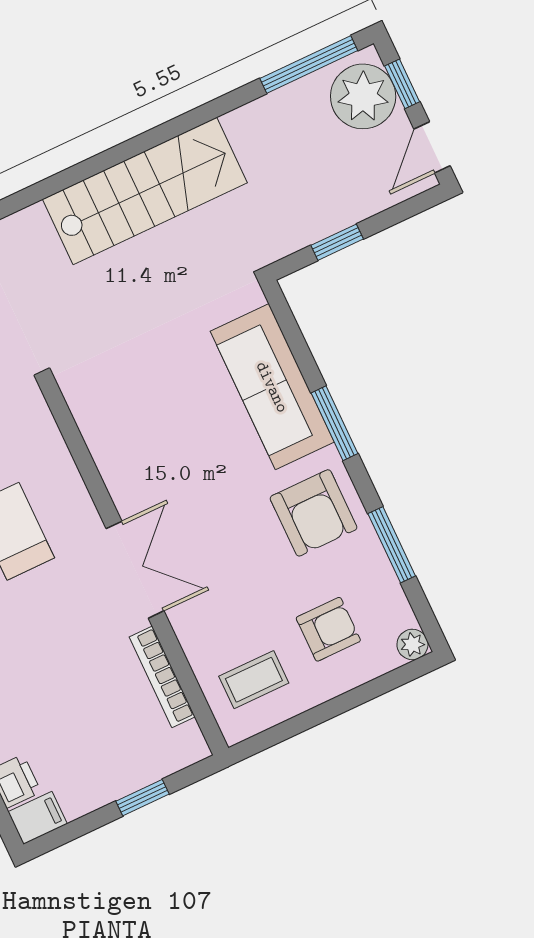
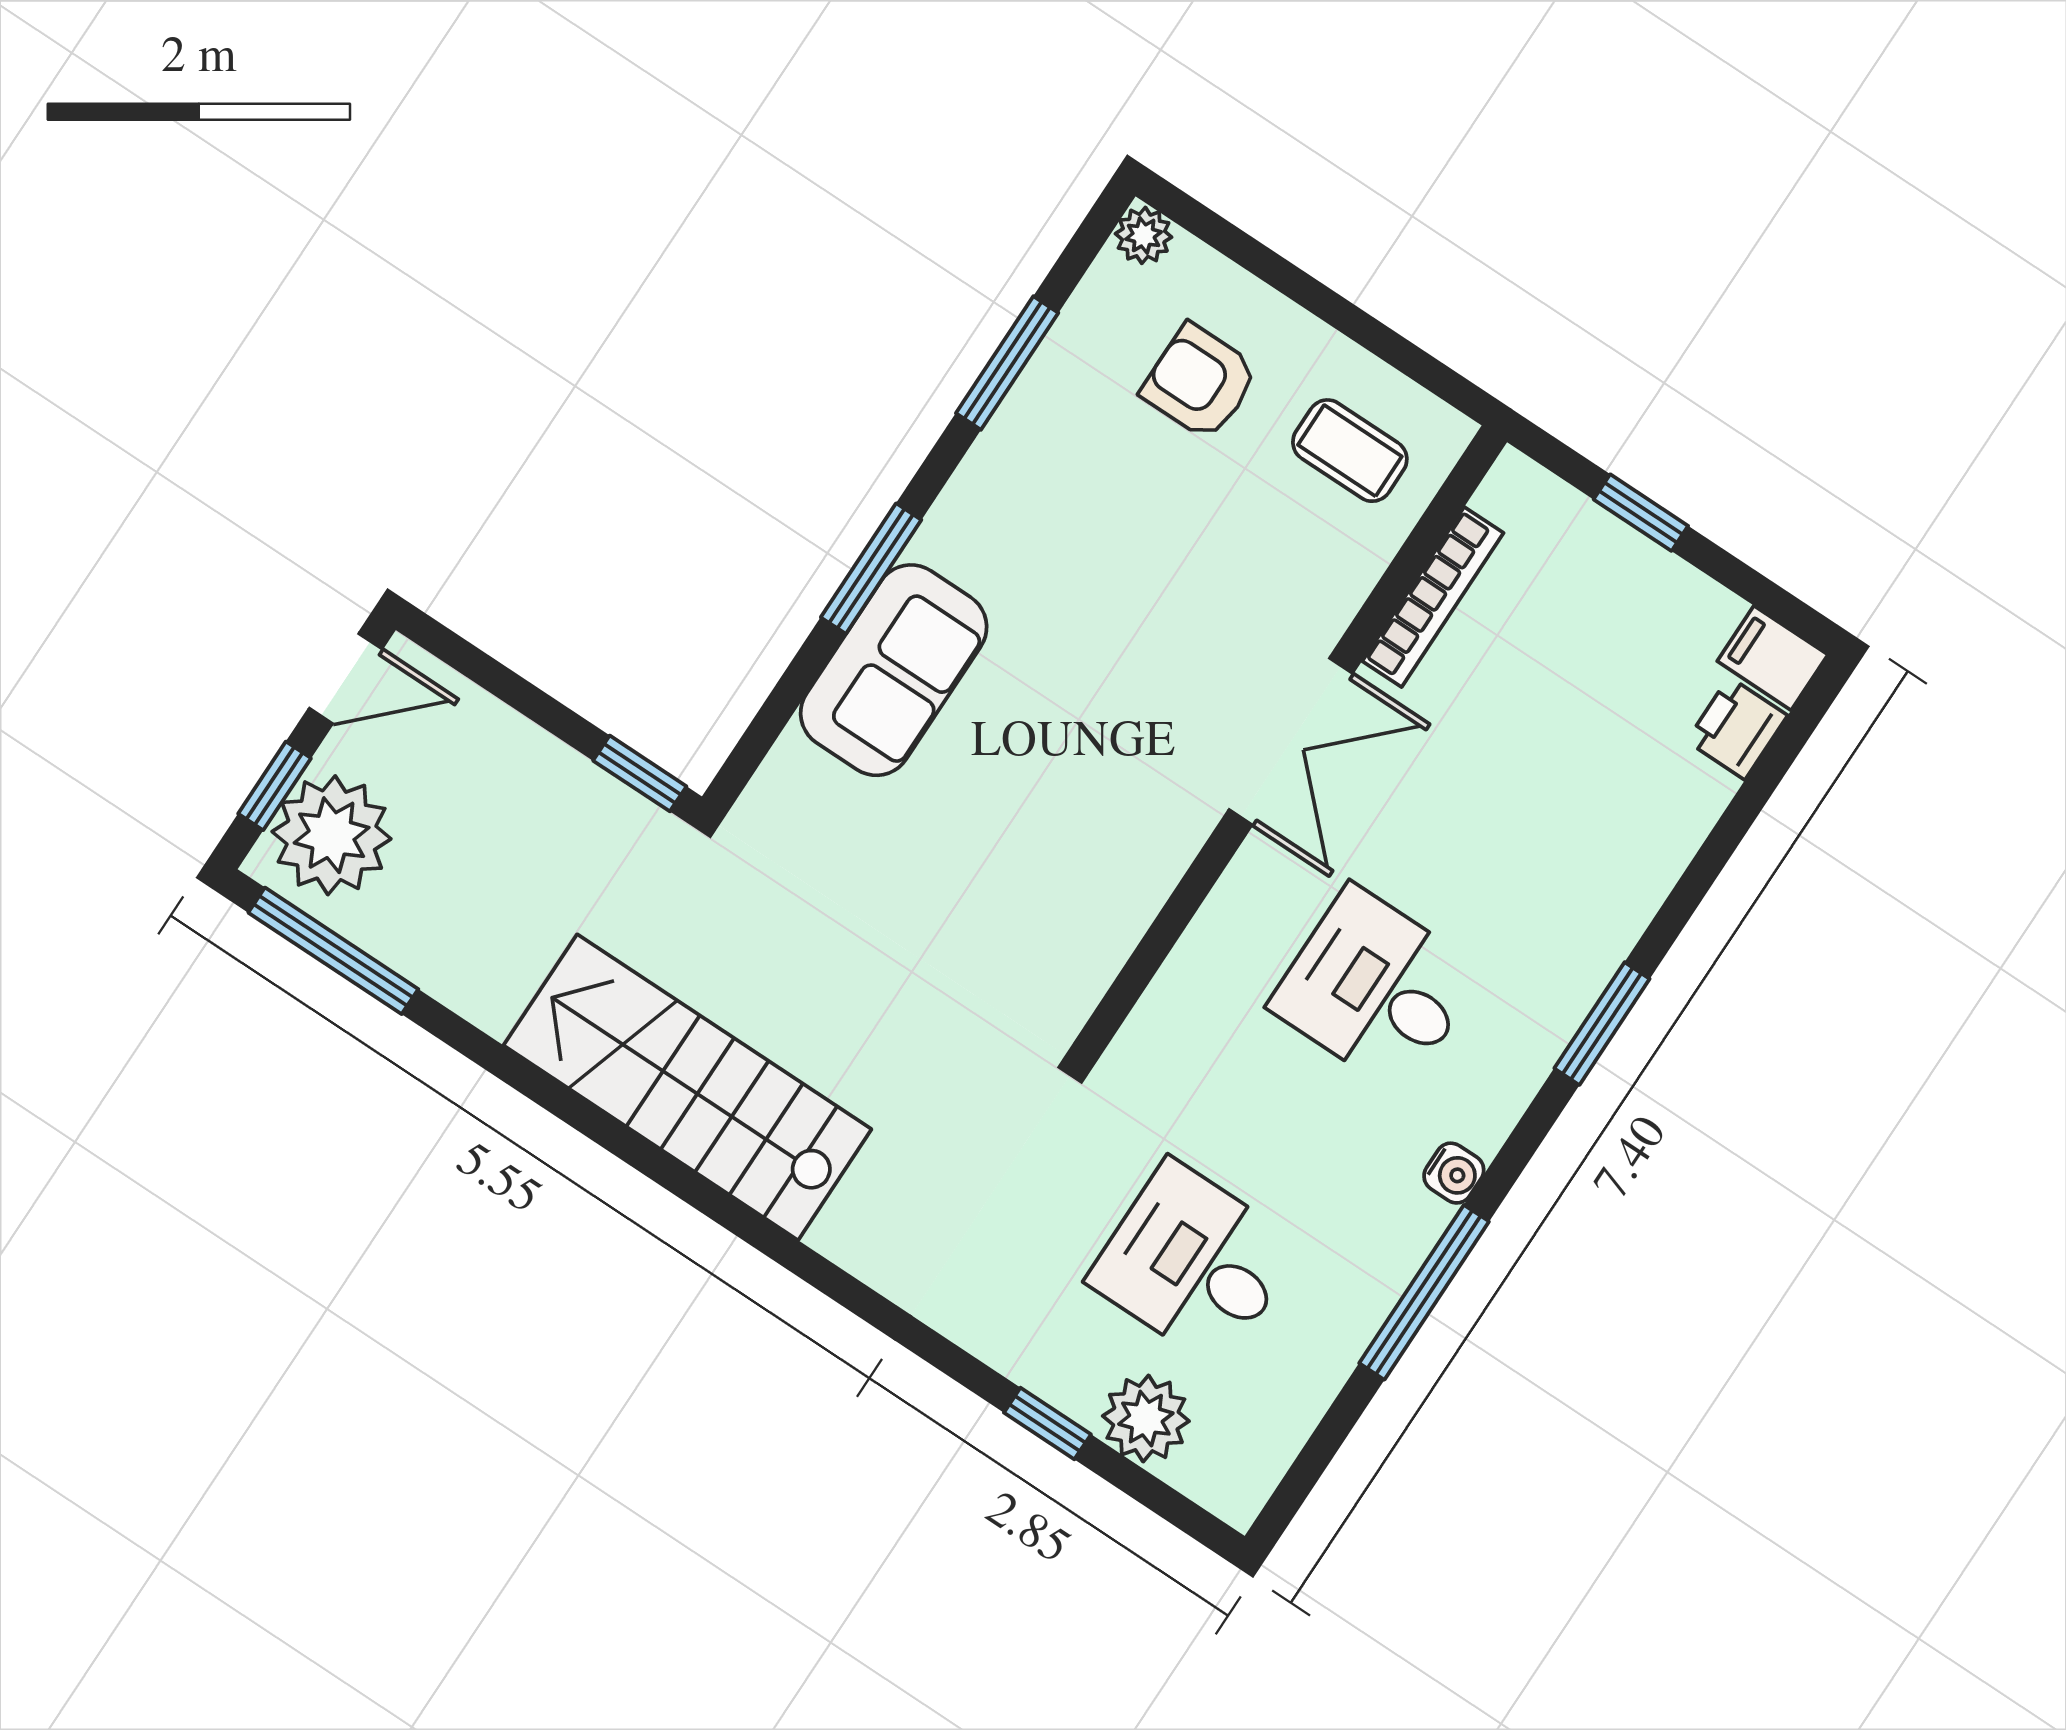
window: (337, 242) -> (640, 773), moved
sofa: (272, 387) -> (894, 670), width x0.73
armchair: (314, 513) -> (1032, 516), removed
double door: (135, 570) -> (1291, 741), swing flipped

